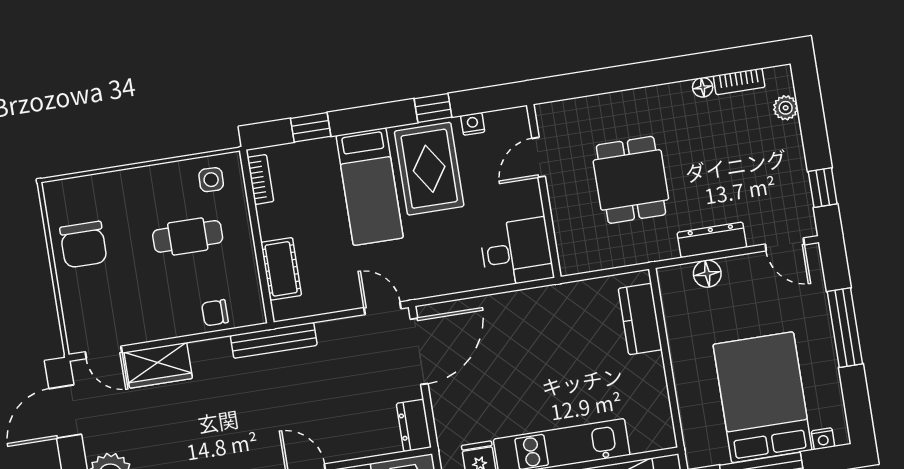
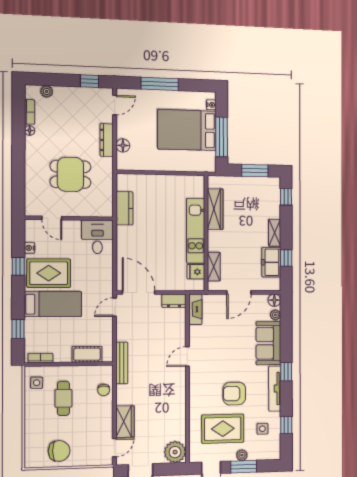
kitchen counter: (640, 319) -> (124, 208), moved, turned -90

